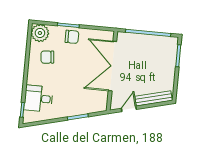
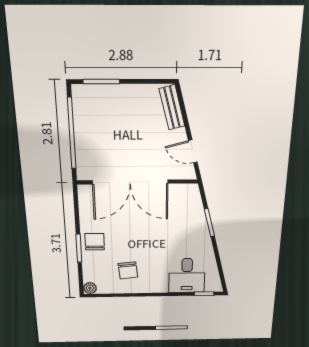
plant: (40, 33) -> (90, 288), width x0.53, depth x0.53
bench: (154, 98) -> (172, 107), width x0.73

